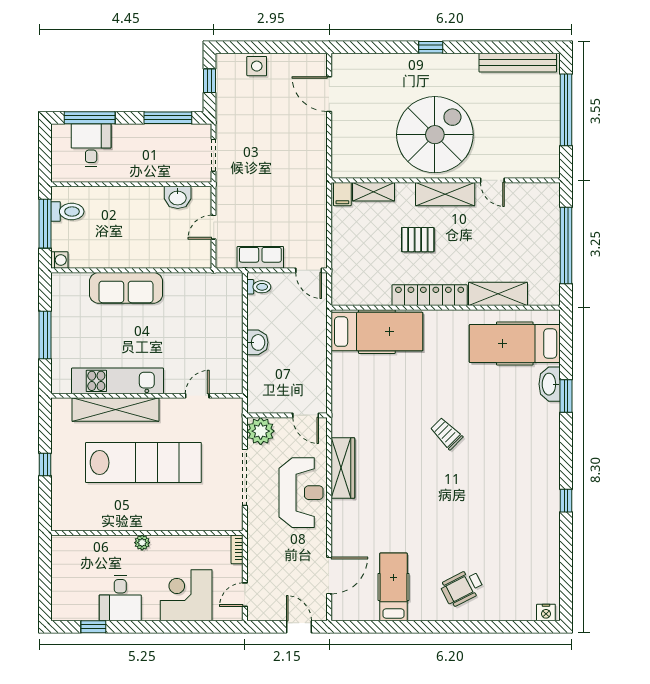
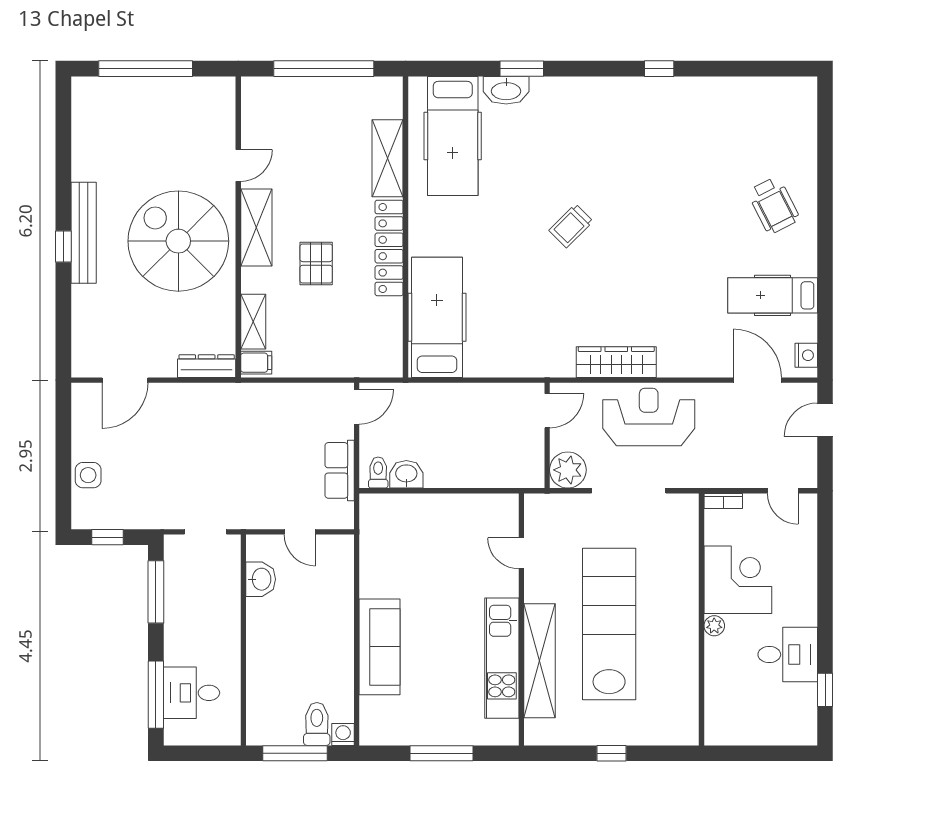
bench: (518, 63) -> (84, 233), moved
dresser: (340, 156) -> (207, 366), added
toilet: (67, 212) -> (317, 724), moved
washbasin: (257, 342) -> (406, 474), moved
corner desk: (186, 595) -> (738, 580), moved, turned 180
nightstand: (546, 612) -> (806, 355), moved

